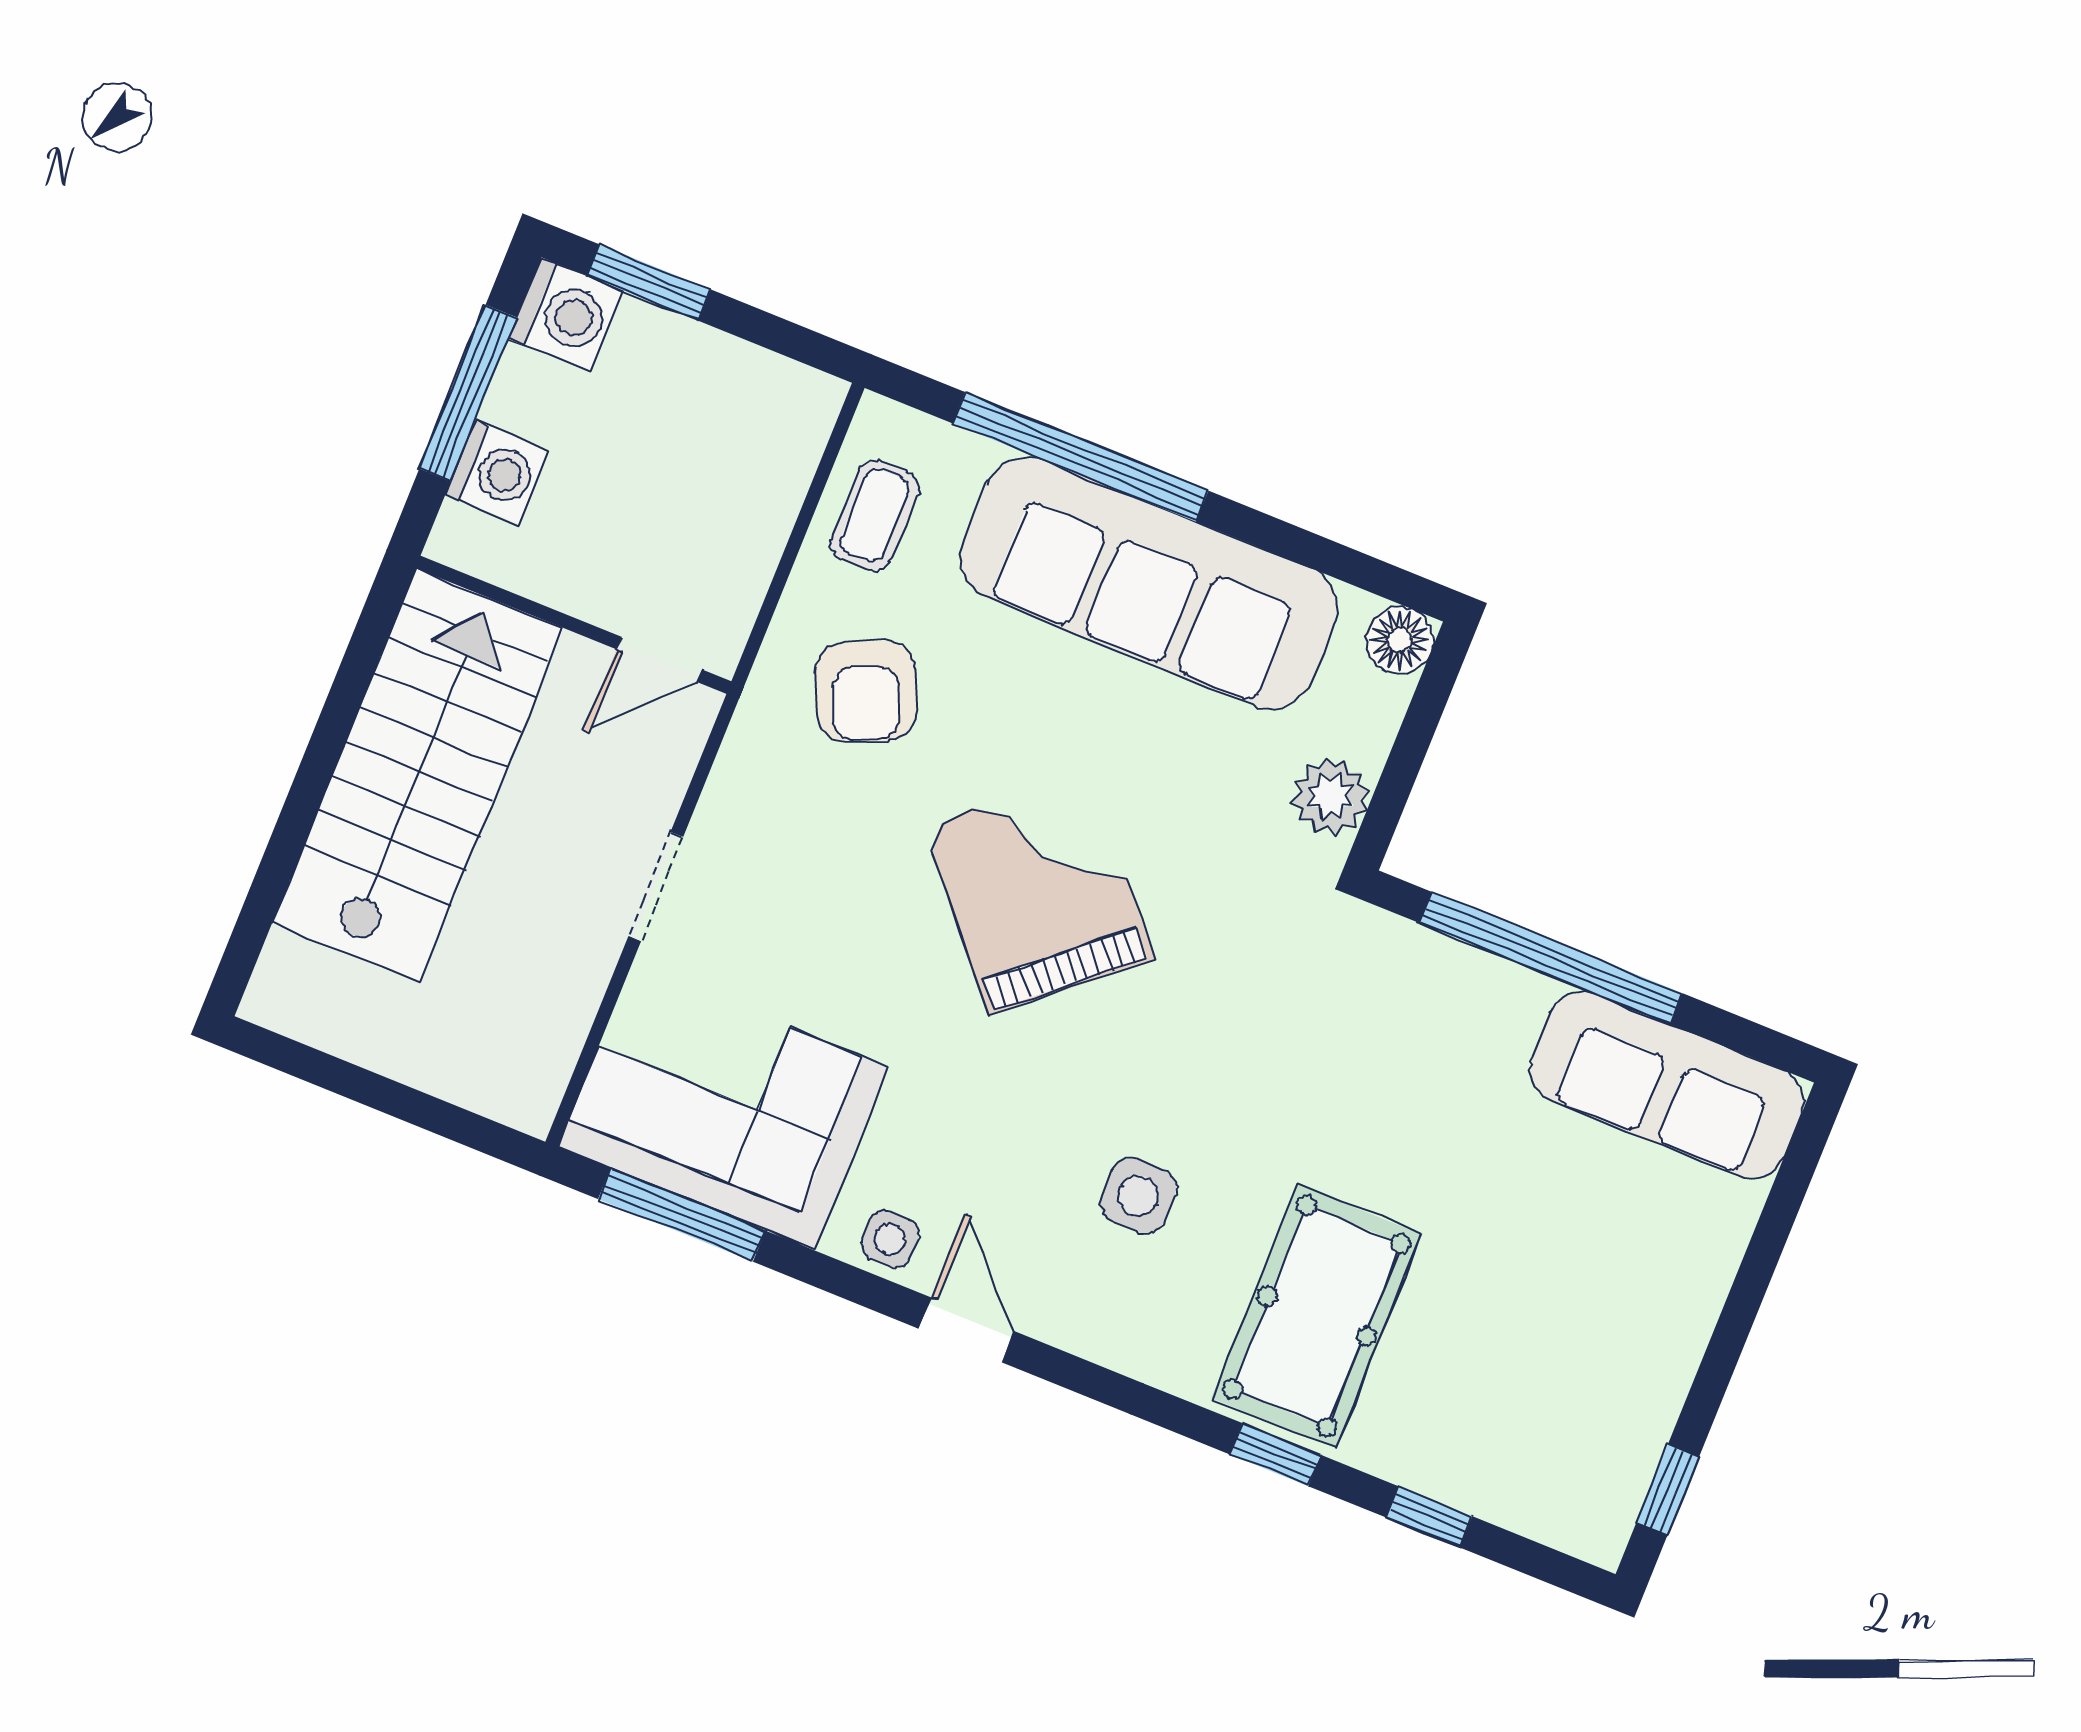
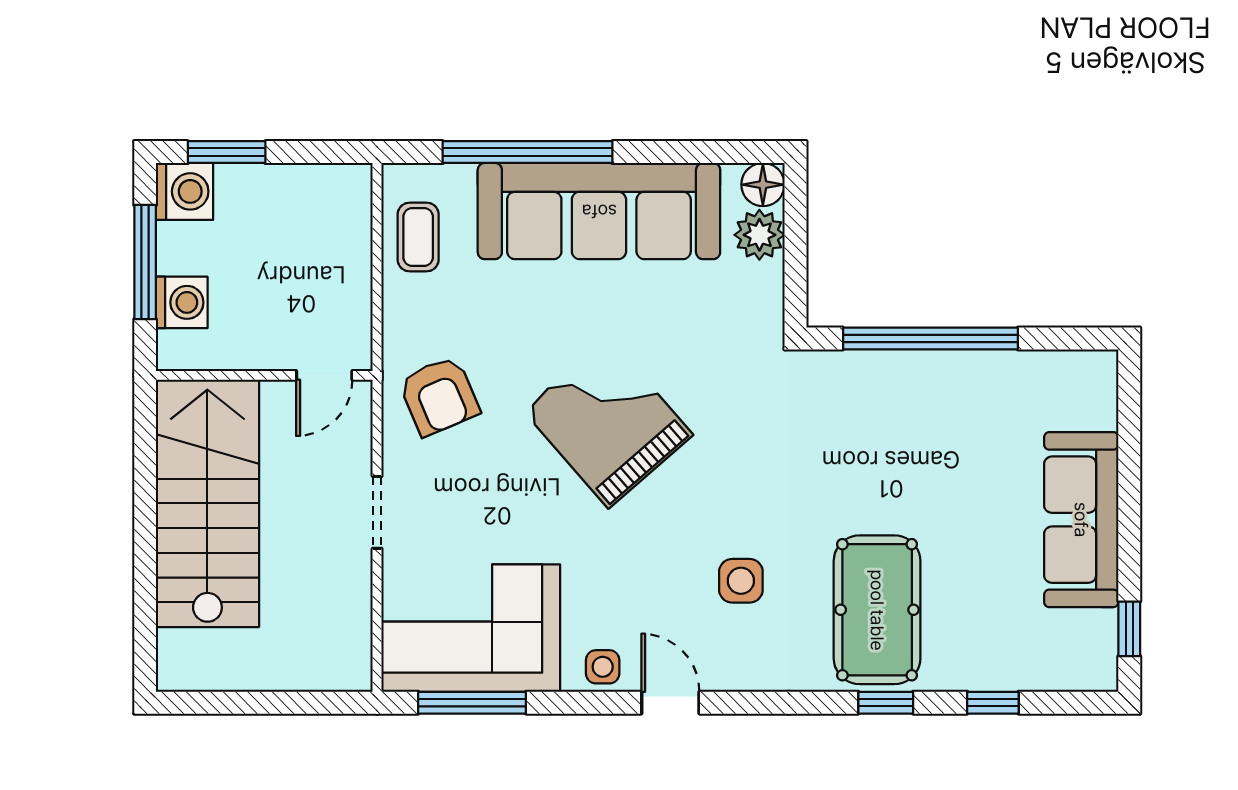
armchair: (866, 692) -> (439, 396), moved
plant: (1331, 796) -> (759, 235), moved
sofa: (1667, 1085) -> (1081, 520), moved, turned 90

